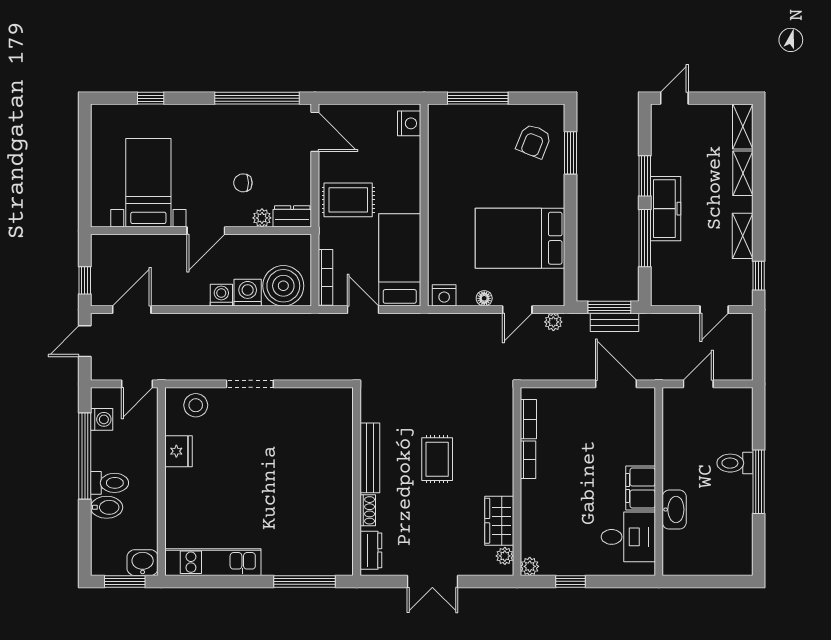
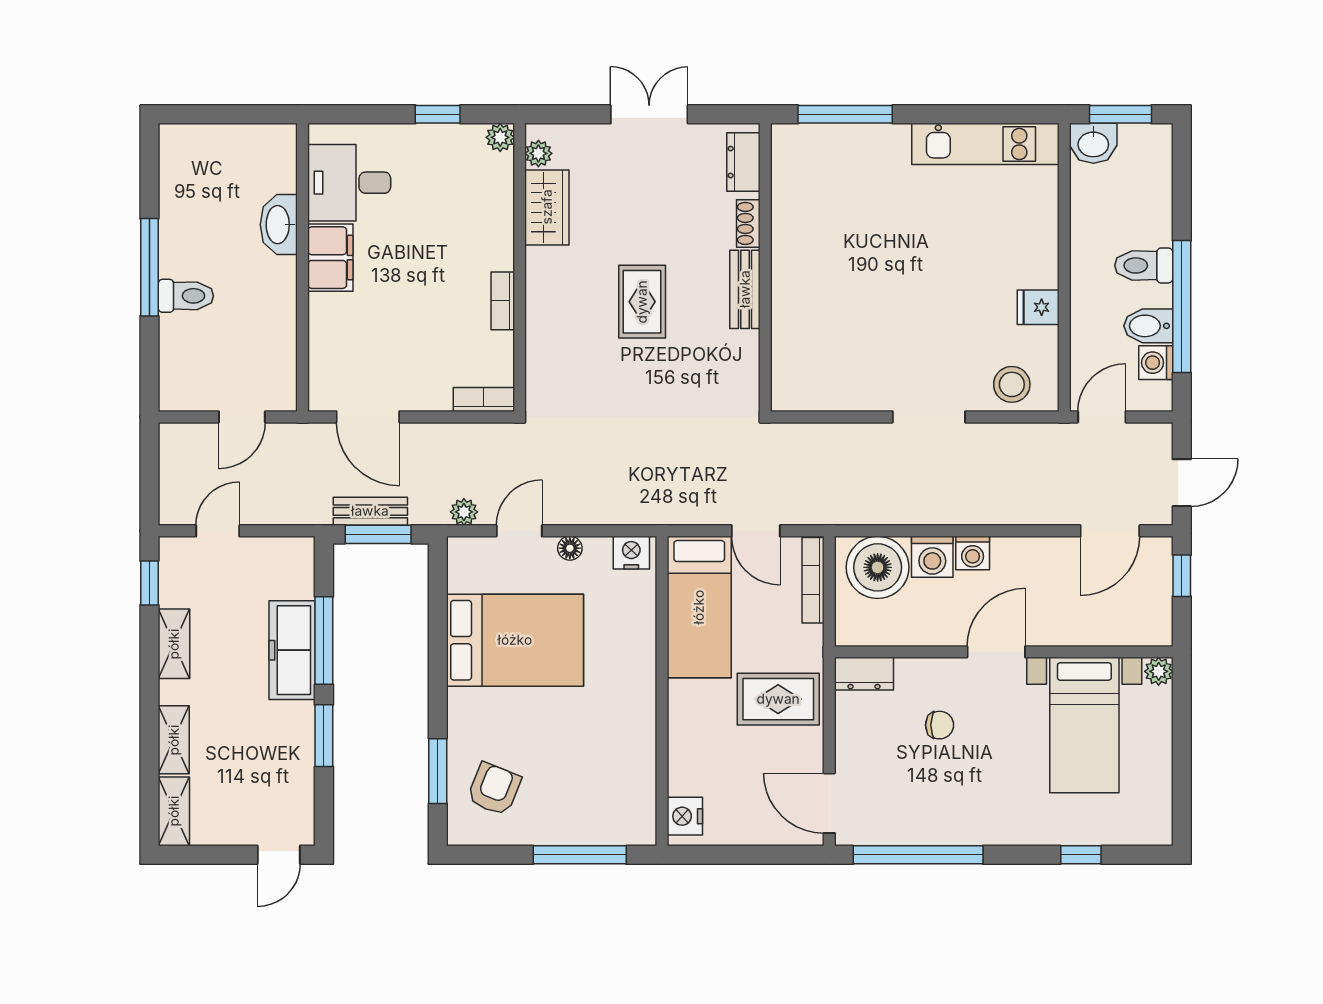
freezer: (666, 209) -> (292, 650), moved
plant: (262, 218) -> (1159, 671), moved
bookcase: (528, 419) -> (484, 399), moved, turned 90
fridge: (179, 451) -> (1038, 307), width x0.72
bench: (370, 458) -> (745, 289), width x0.73
bidet: (107, 507) -> (1148, 326), moved

